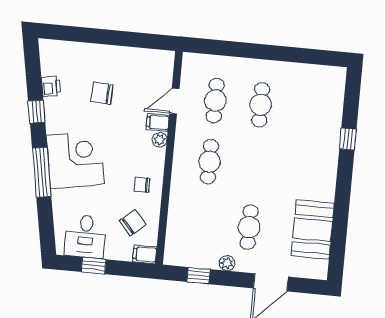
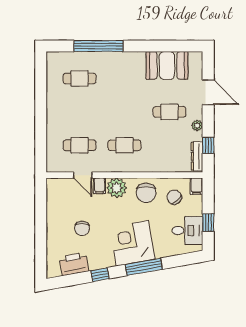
printer: (51, 87) -> (74, 264), width x1.87, depth x1.48
cafe table: (261, 105) -> (80, 79), moved
window: (348, 139) -> (98, 46), width x3.17
plant: (160, 140) -> (117, 188), width x1.88, depth x1.88
chair: (142, 185) -> (146, 193), width x1.87, depth x1.87
dresser: (185, 259) -> (197, 156), added

